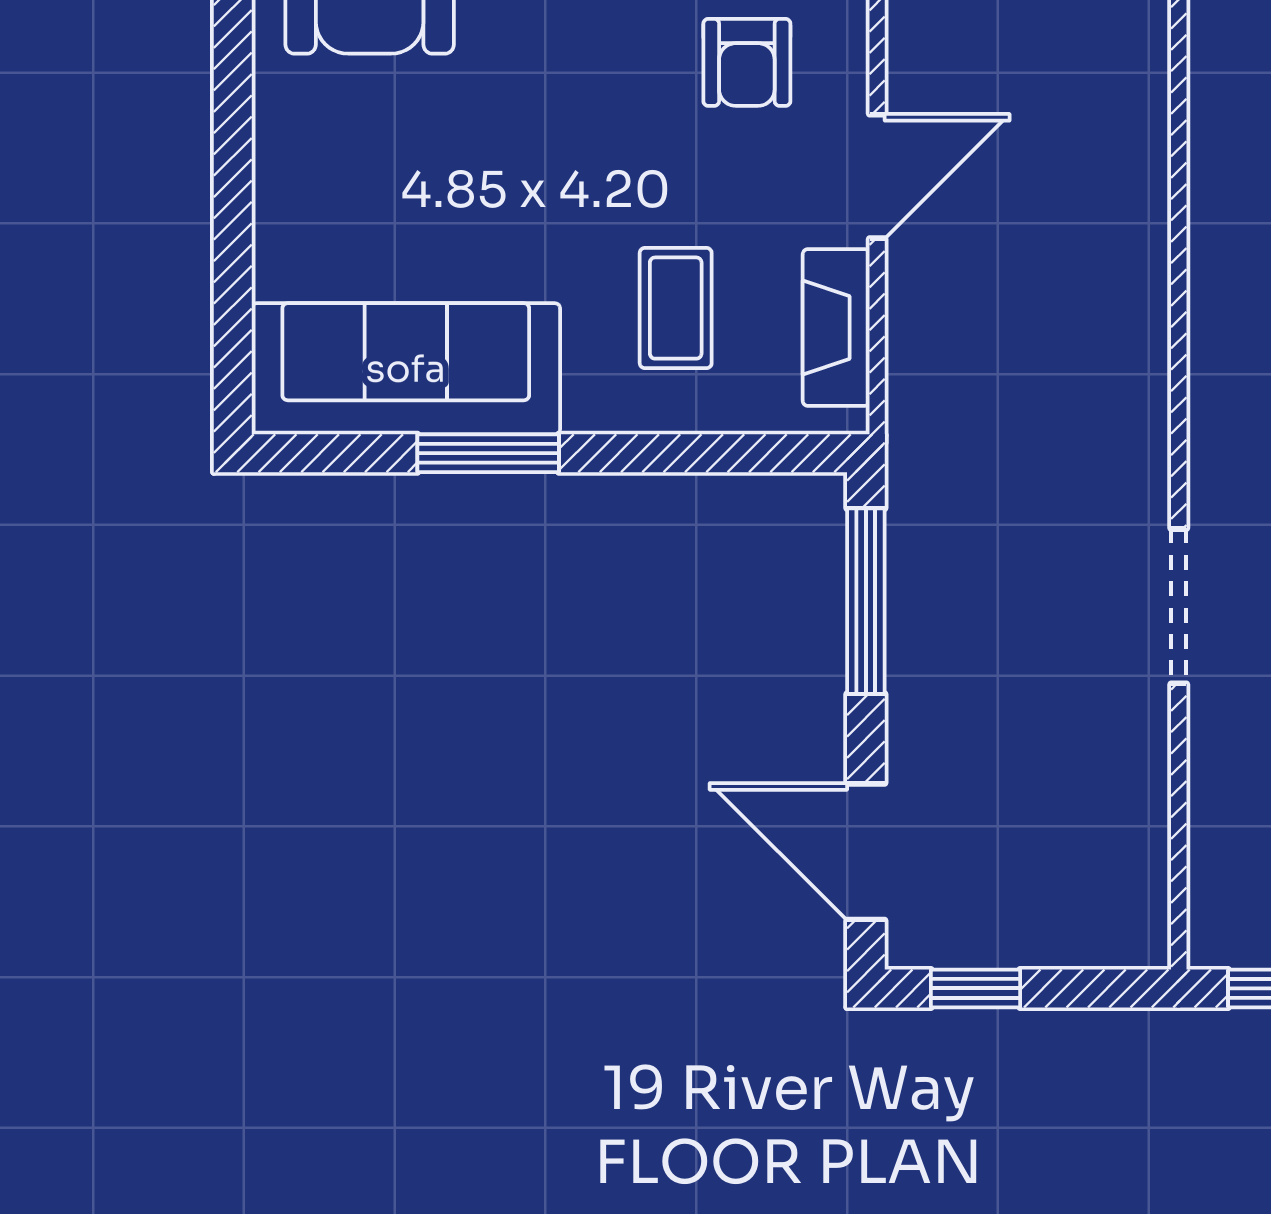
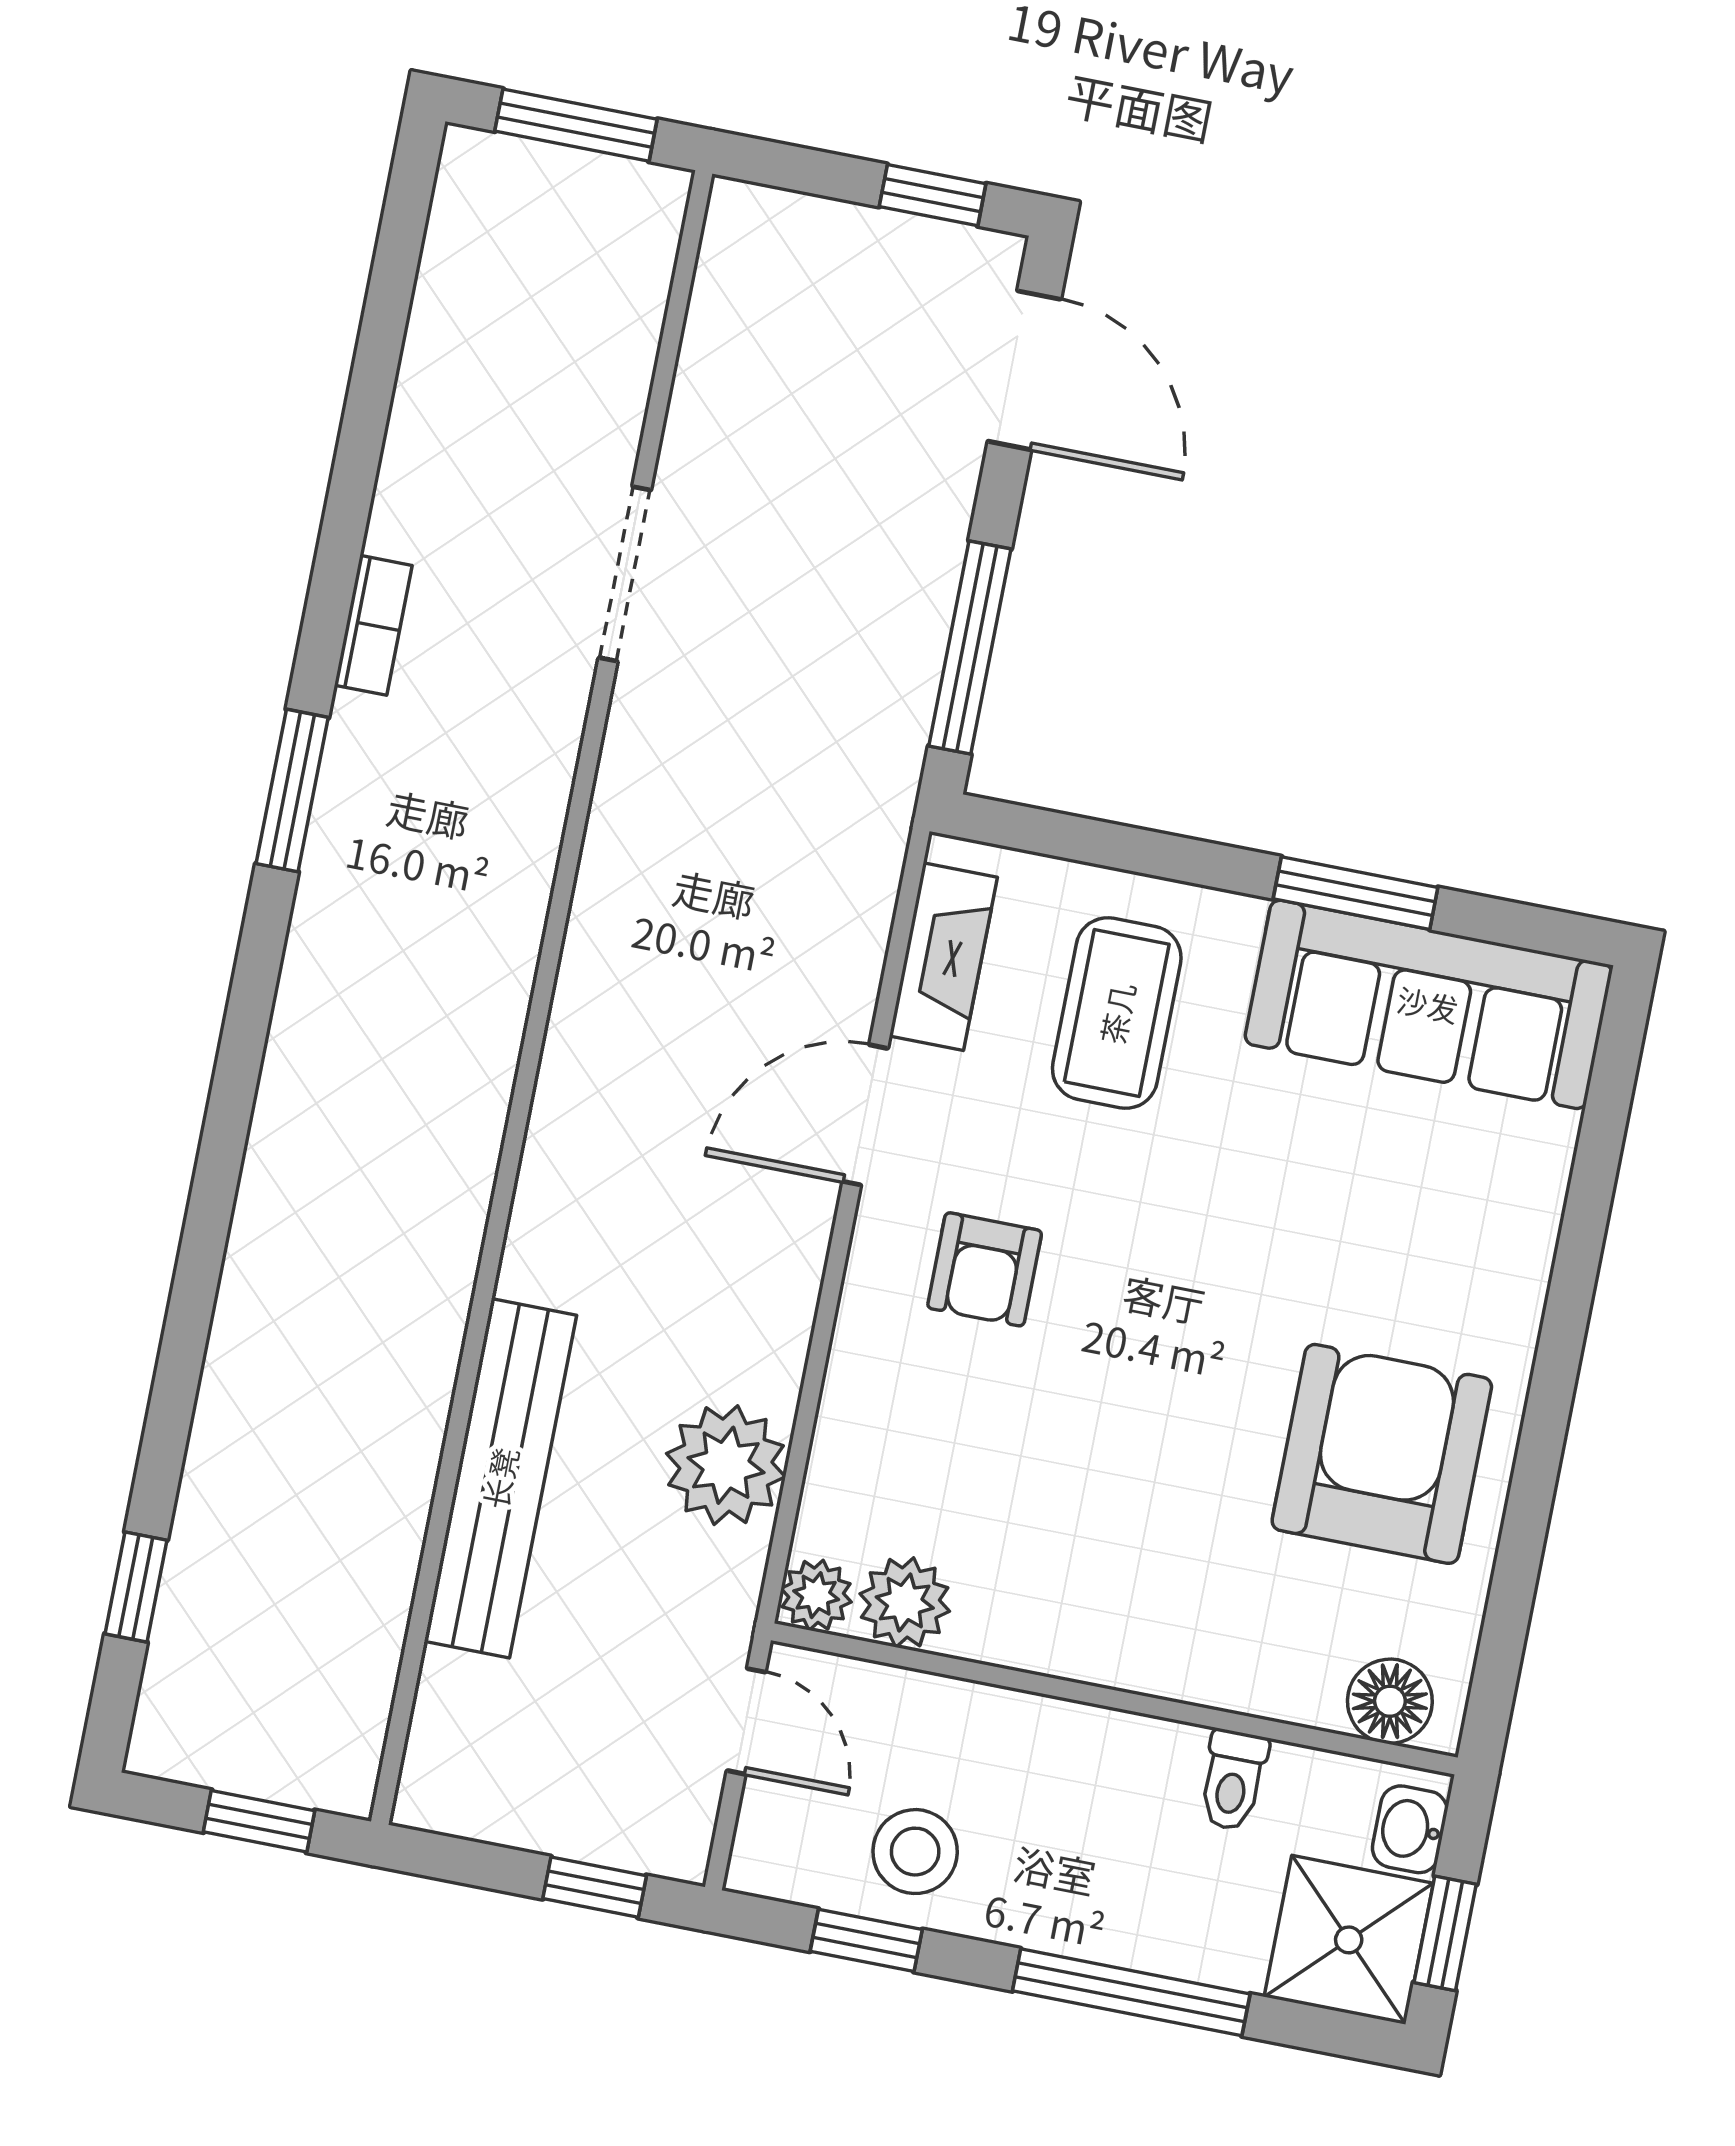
armchair: (747, 62) -> (985, 1269), turned 180
coffee table: (676, 308) -> (1117, 1013), width x1.36, depth x1.30

